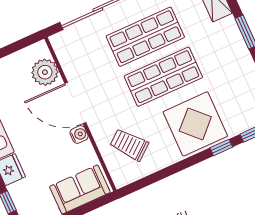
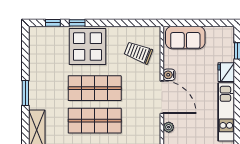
plant: (45, 72) -> (169, 127), width x0.53, depth x0.53
trolley: (129, 145) -> (138, 53), turned 150

